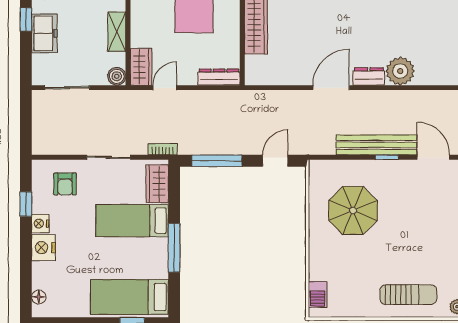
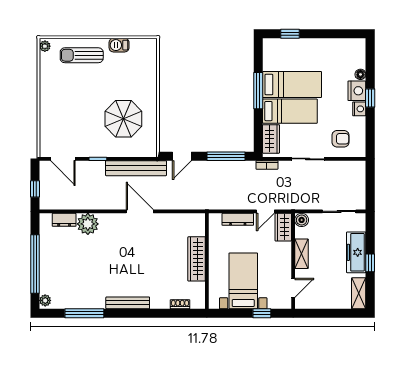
freezer: (44, 33) -> (356, 252), width x1.40
dresser: (369, 76) -> (64, 220), moved
dresser: (219, 77) -> (238, 219), moved
door: (331, 88) -> (140, 211), swing flipped
bench: (376, 145) -> (136, 168), moved
armchair: (65, 184) -> (341, 139), turned 90
window: (26, 204) -> (370, 98), moved
barbecue: (318, 295) -> (119, 45), moved, turned -90
floor lamp: (39, 297) -> (360, 74), moved
bed: (129, 297) -> (292, 84), moved

